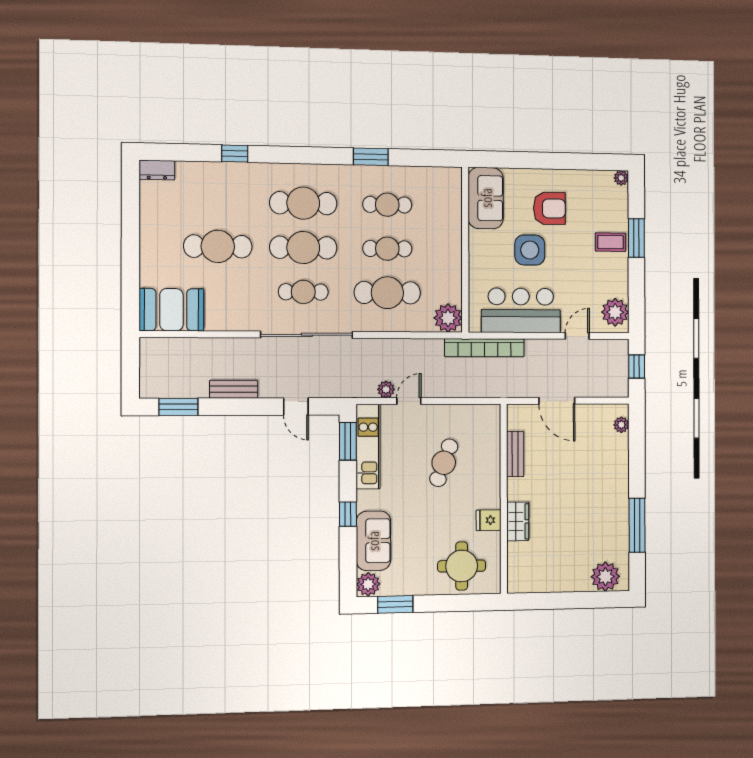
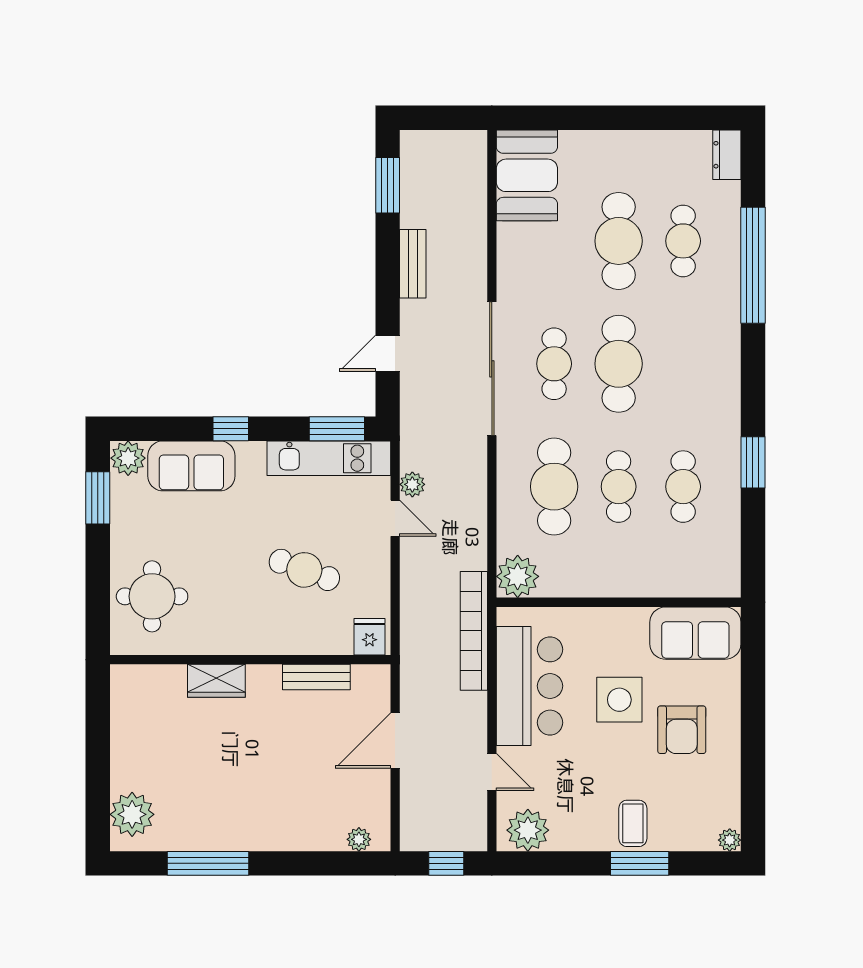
window: (235, 154) -> (753, 265), width x3.17
cafe table: (303, 203) -> (683, 241), moved, width x0.73, depth x0.74
fridge: (488, 520) -> (370, 637), moved

